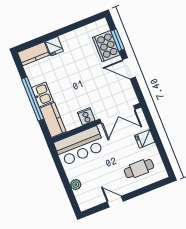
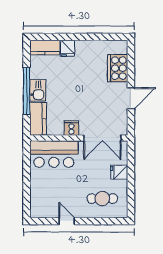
window: (118, 40) -> (131, 67), removed
door: (129, 68) -> (131, 98), swing flipped
plant: (76, 185) -> (35, 190), removed

